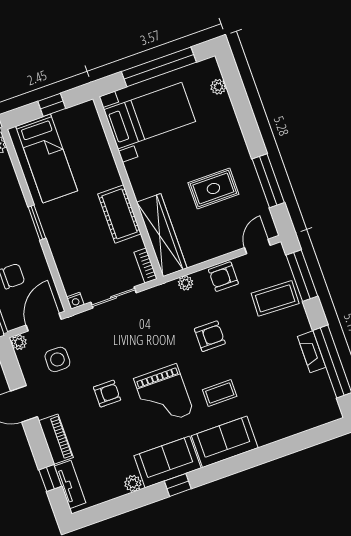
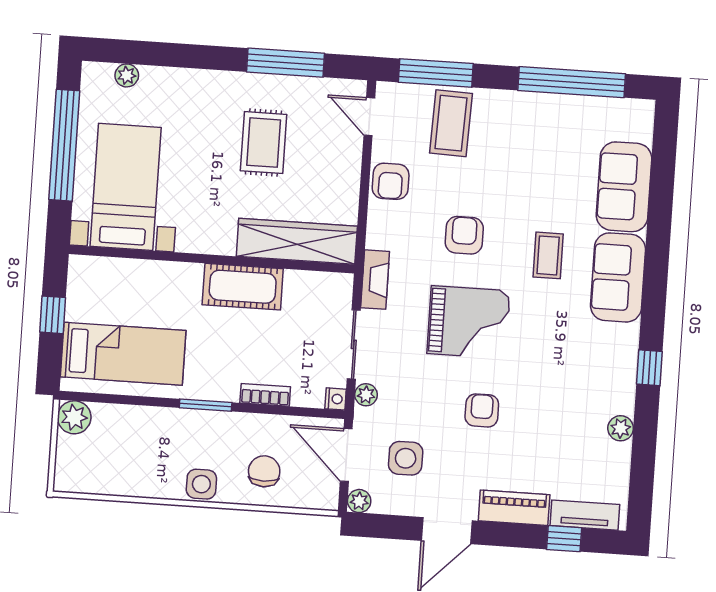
bookcase: (145, 265) -> (265, 395), moved, turned 180
plant: (186, 283) -> (366, 395), moved
fireplace: (312, 352) -> (375, 280), moved, turned -90
grand piano: (164, 396) -> (469, 322), moved
sofa: (167, 462) -> (624, 187), moved

